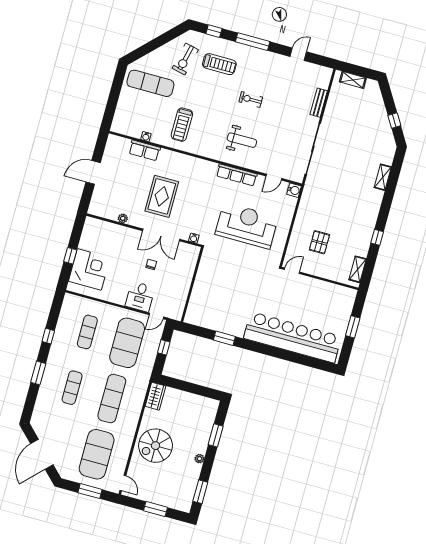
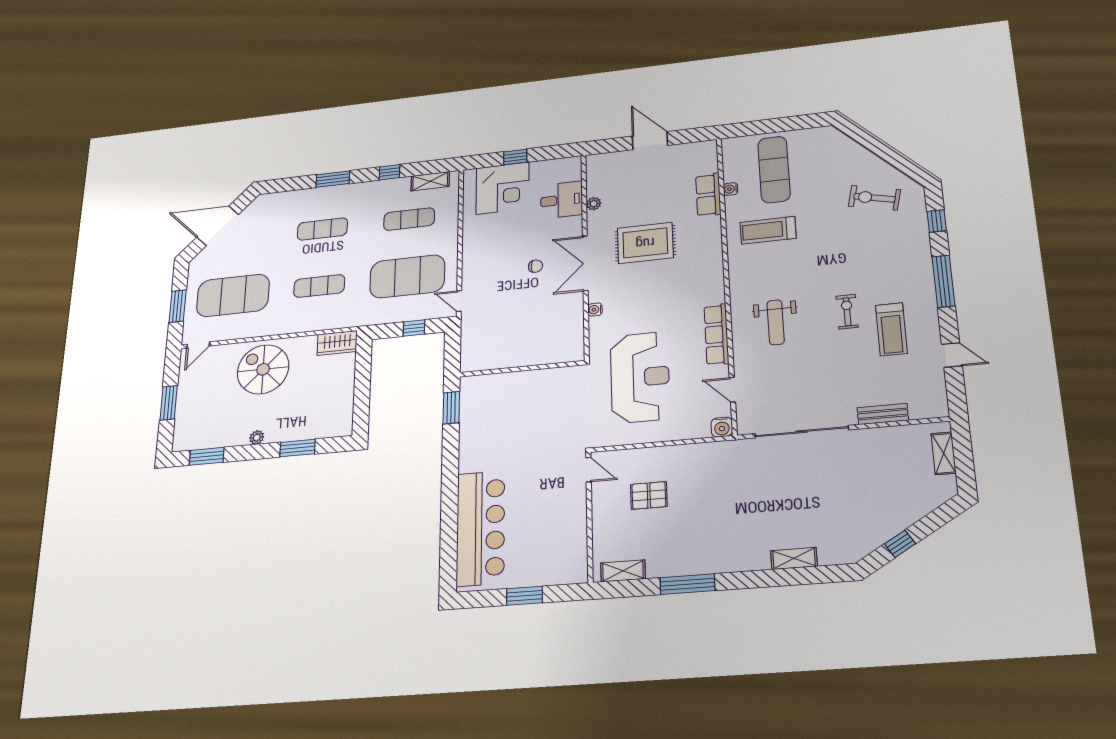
treadmill: (219, 64) -> (891, 329), moved
exercise mat: (150, 83) -> (774, 170), moved
window: (377, 237) -> (687, 584), width x2.17
wall: (192, 285) -> (522, 369), moved
desk: (140, 297) -> (562, 200), moved, turned 180
shelving: (66, 312) -> (430, 181), added
bar counter: (292, 337) -> (481, 528), width x0.73
exercise mat: (112, 399) -> (319, 286), width x0.73, depth x0.69

